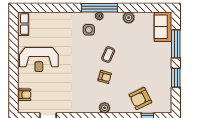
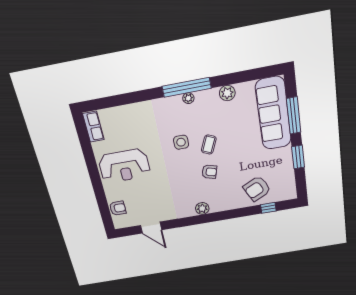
sofa: (163, 27) -> (273, 113), width x1.85, depth x1.27
side table: (89, 30) -> (181, 142), moved
plant: (105, 108) -> (202, 208), moved

